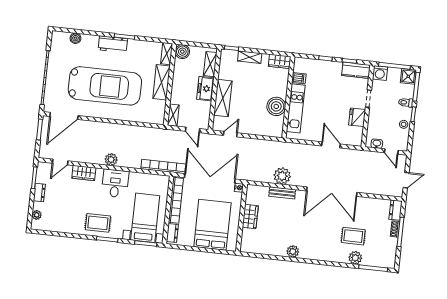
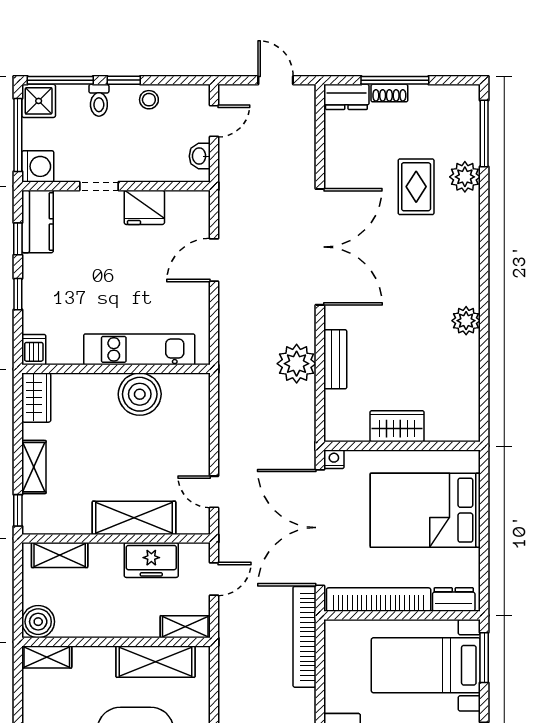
dishwasher: (299, 78) -> (34, 350), moved
shelving: (161, 82) -> (155, 662), moved
freezer: (205, 89) -> (151, 560), moved

